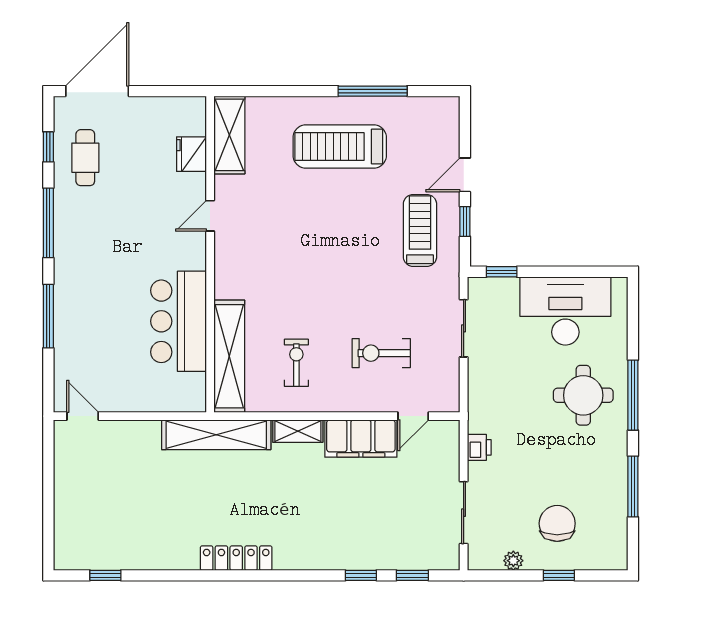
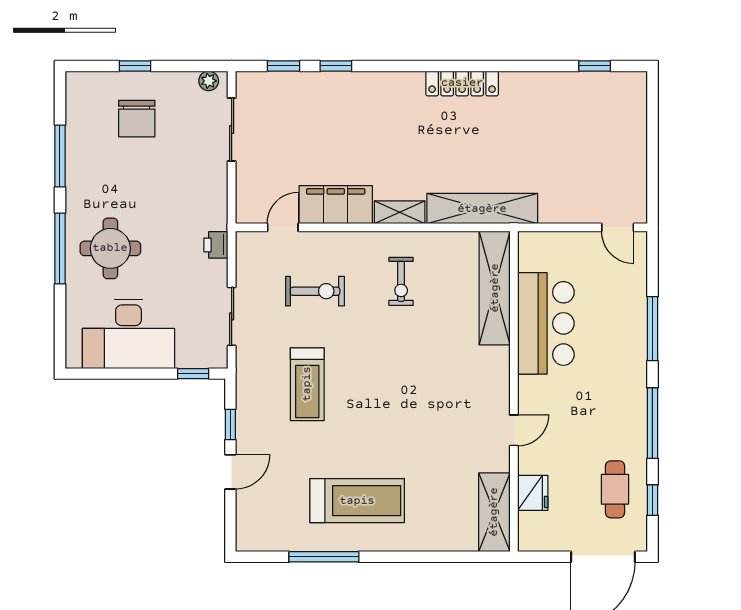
shelving: (229, 135) -> (494, 512), moved
fridge: (191, 154) -> (533, 493), moved
door: (210, 216) -> (514, 430), moved
treadmill: (420, 230) -> (307, 384), moved
wall: (210, 254) -> (514, 391), moved
bar counter: (179, 321) -> (546, 323), moved
shelving: (229, 356) -> (495, 288), moved
printer: (479, 447) -> (216, 245), moved
plant: (513, 561) -> (209, 81), moved

